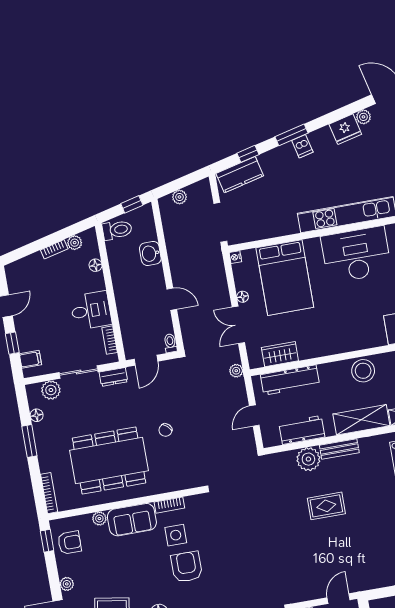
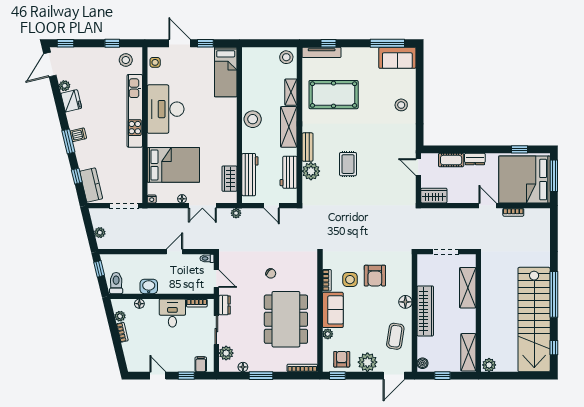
washbasin: (150, 253) -> (149, 286), moved, turned 180
armchair: (187, 567) -> (375, 276), turned -90
plant: (67, 584) -> (367, 362), width x1.88, depth x1.88

